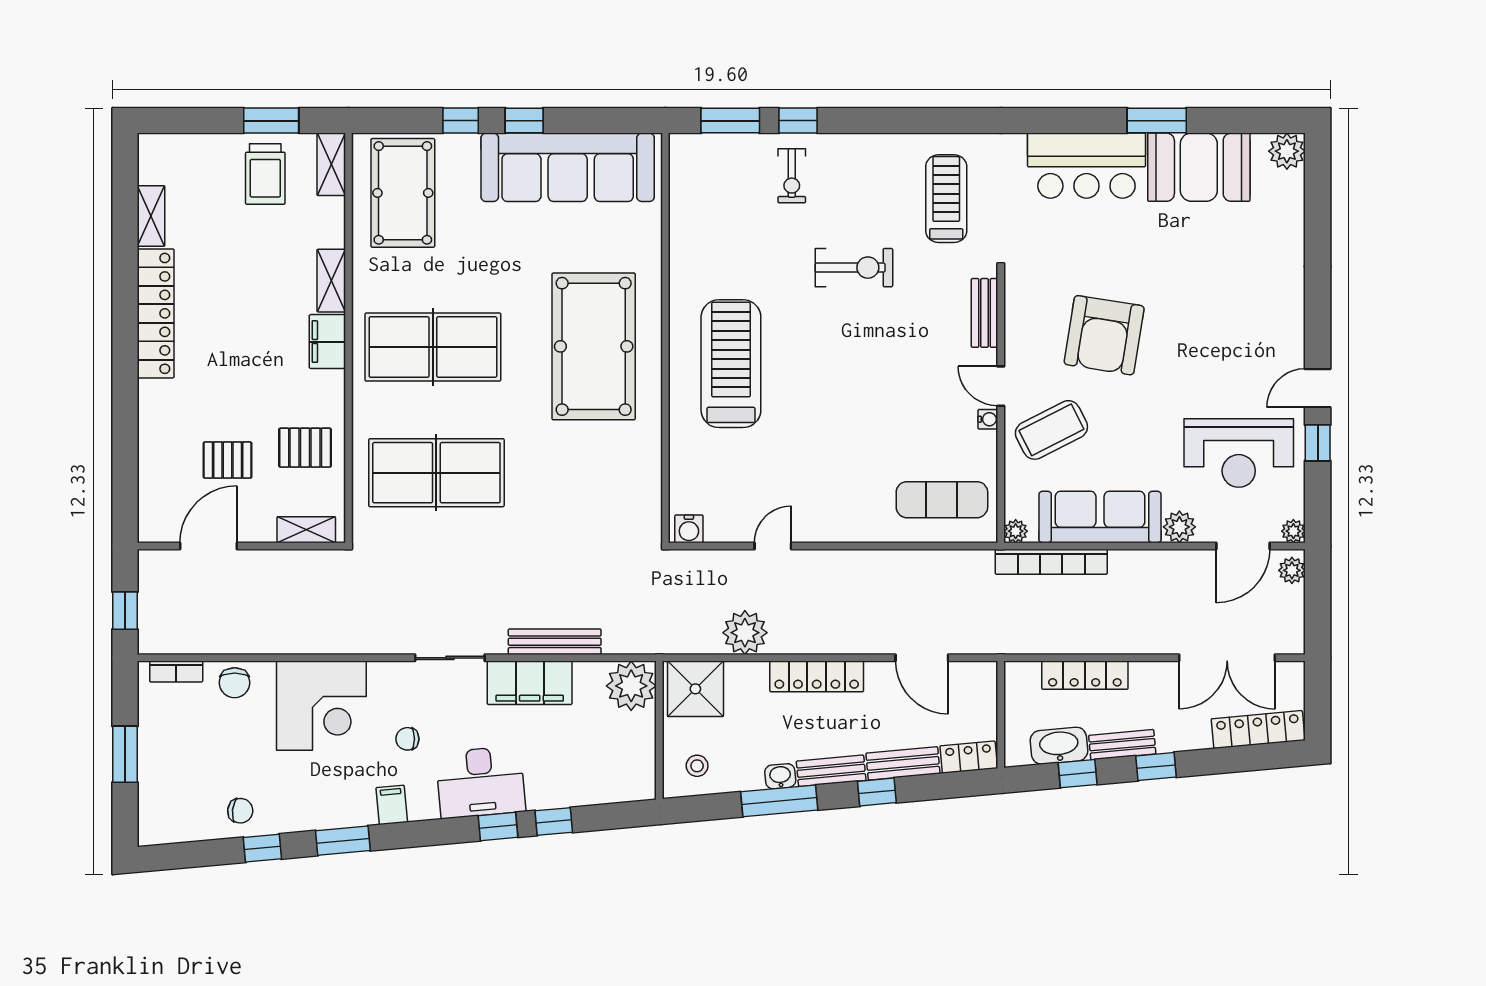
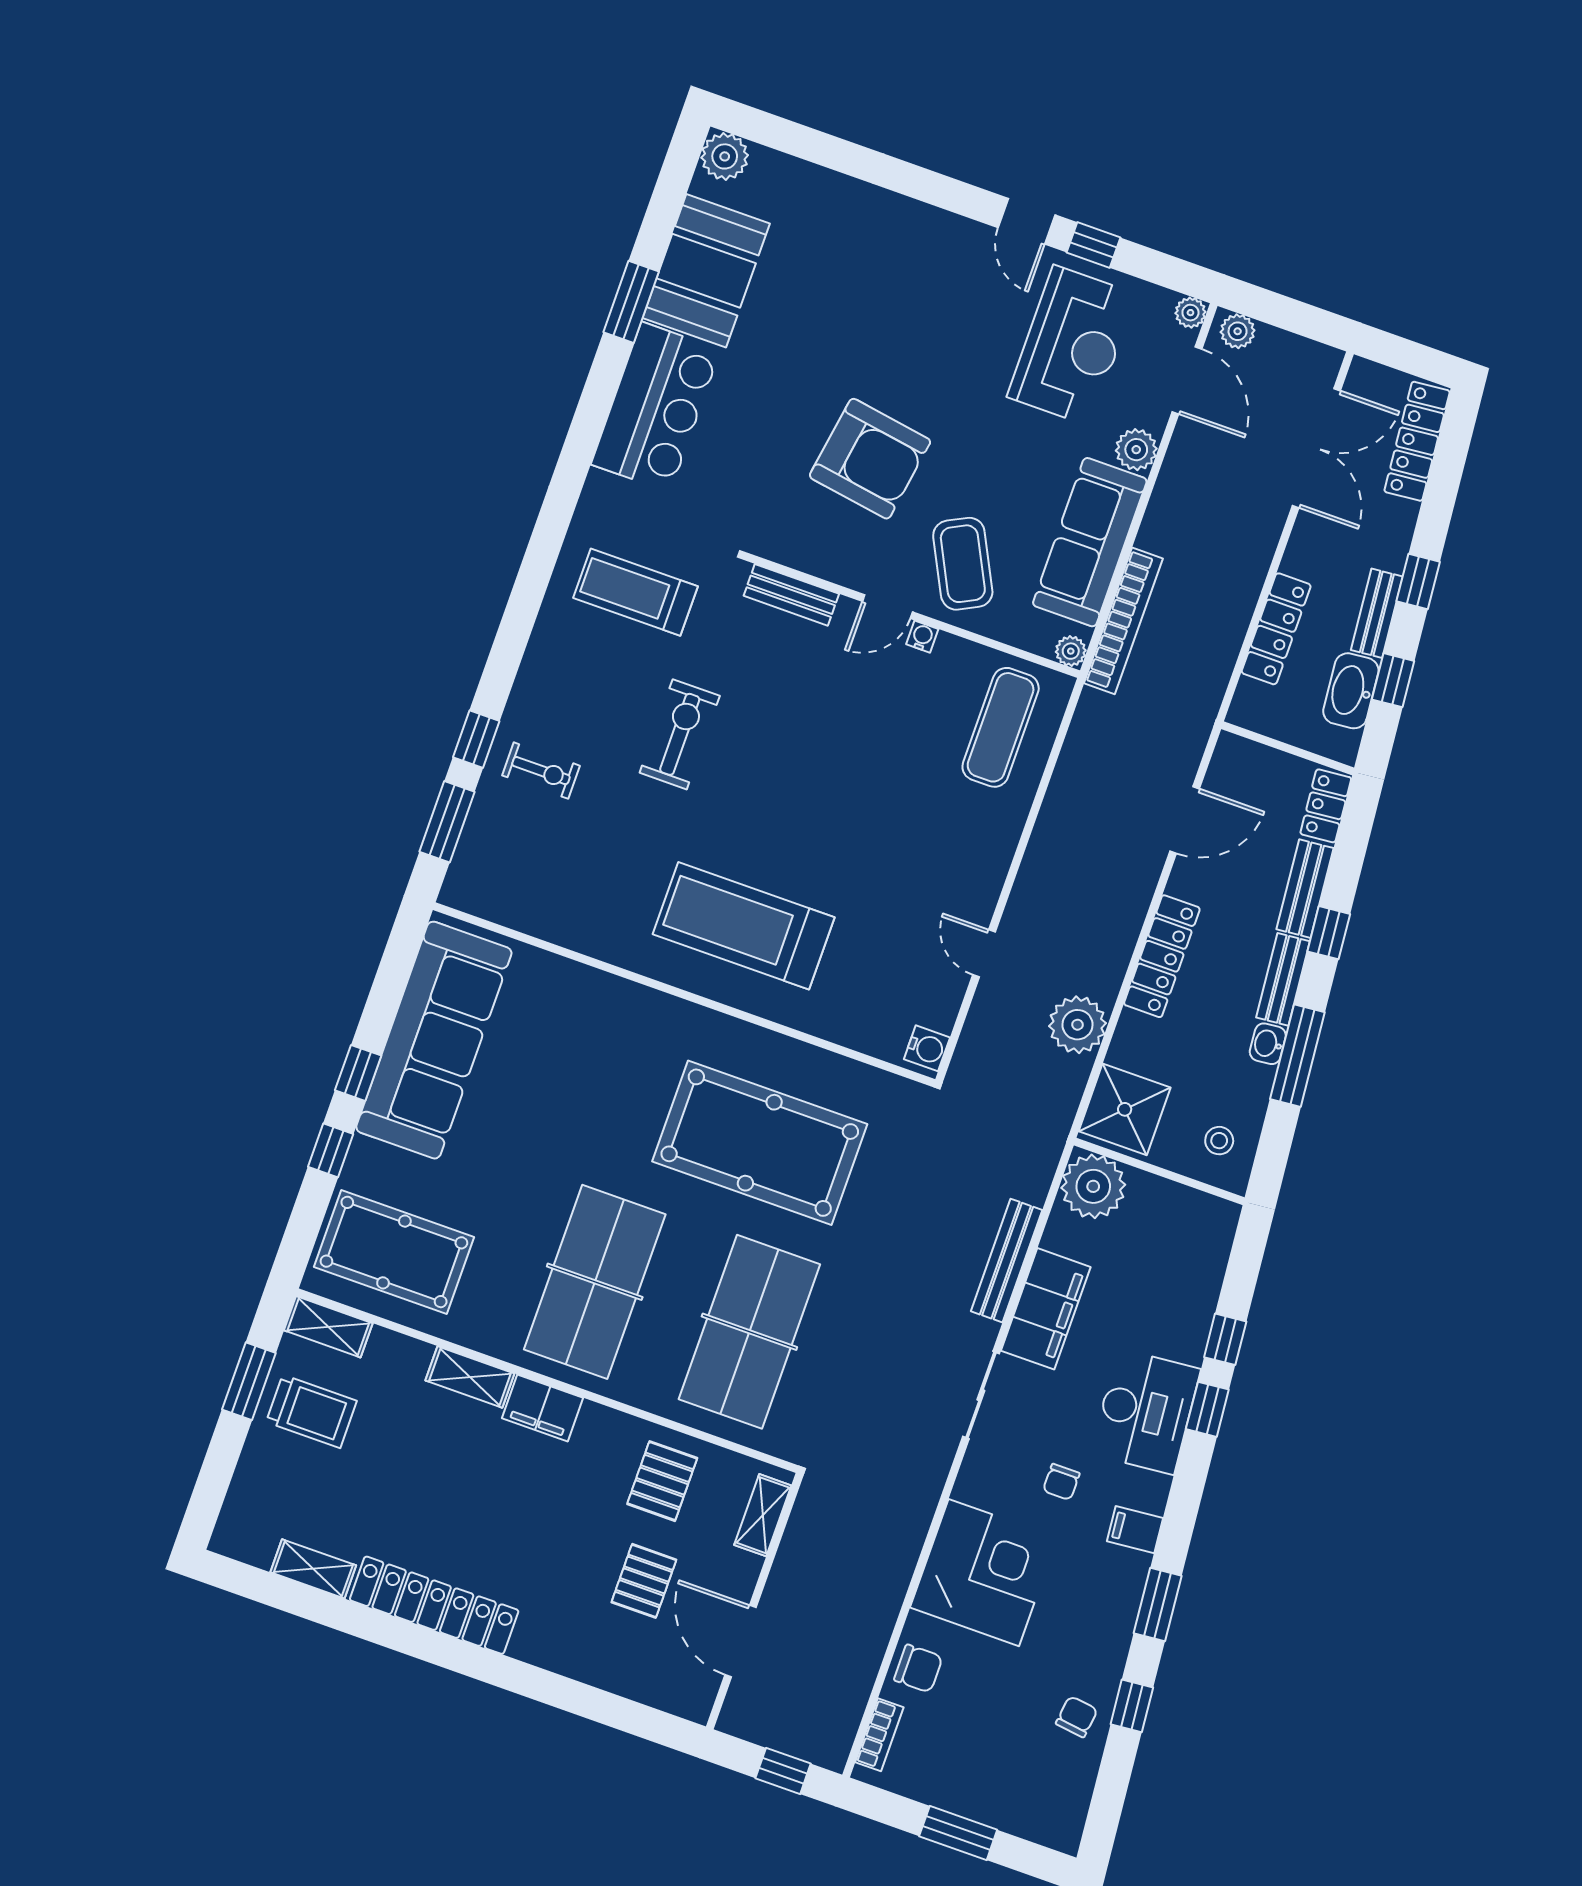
pool table: (594, 346) -> (760, 1143), moved

